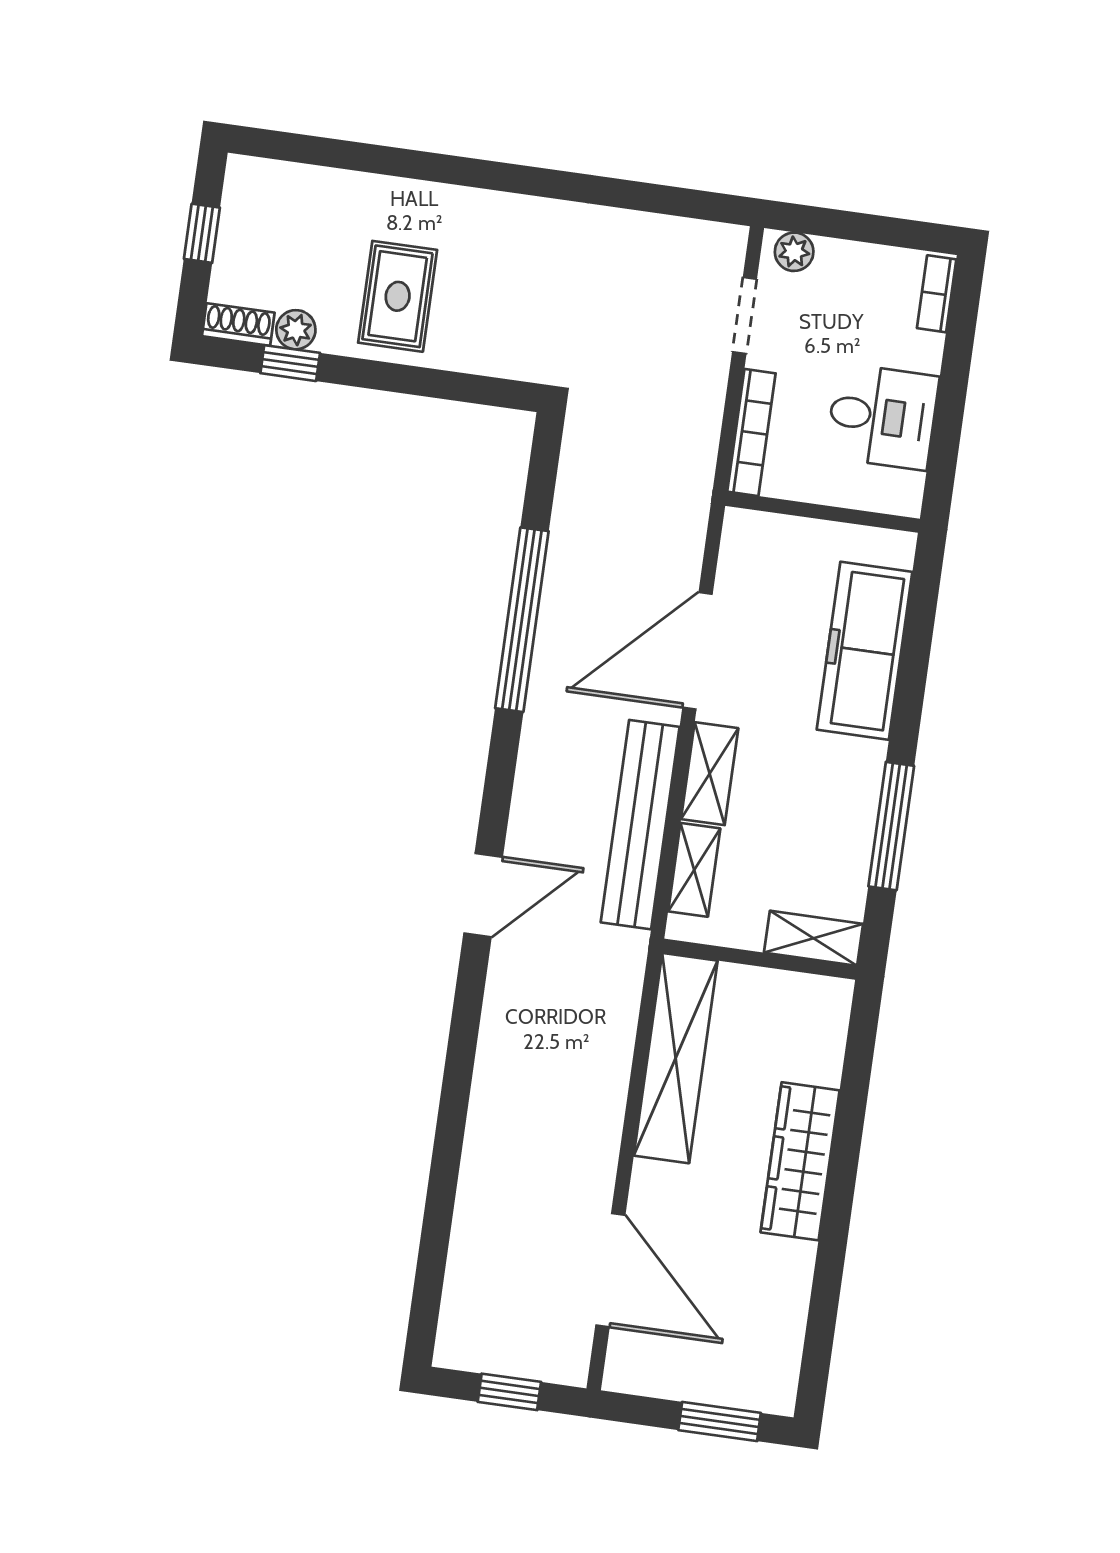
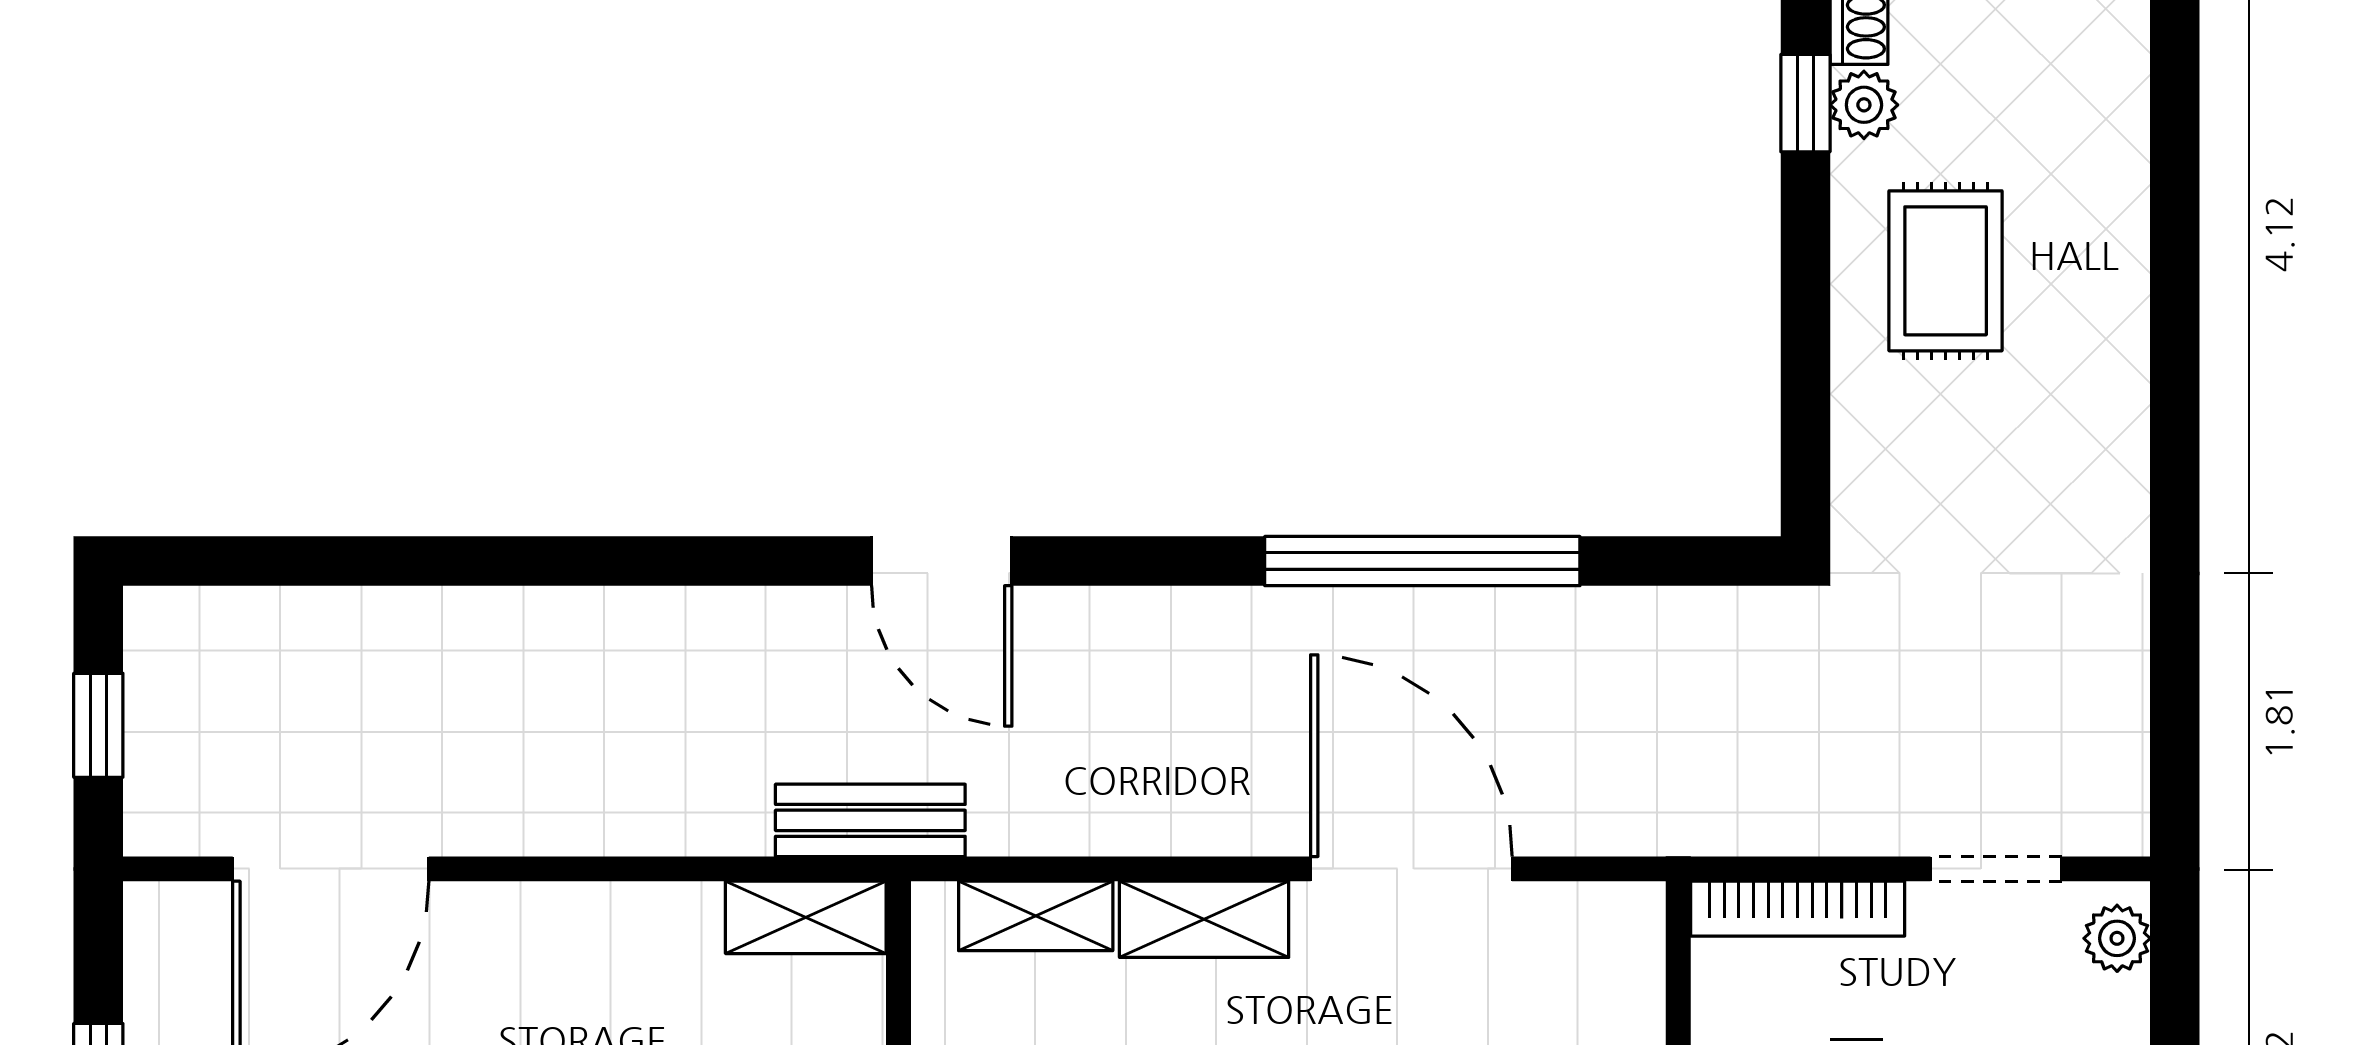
rug: (398, 296) -> (1946, 271), turned 90
bench: (640, 825) -> (870, 820), moved, width x0.54, depth x0.82
shelving: (676, 1058) -> (806, 917), width x0.45, depth x0.75

